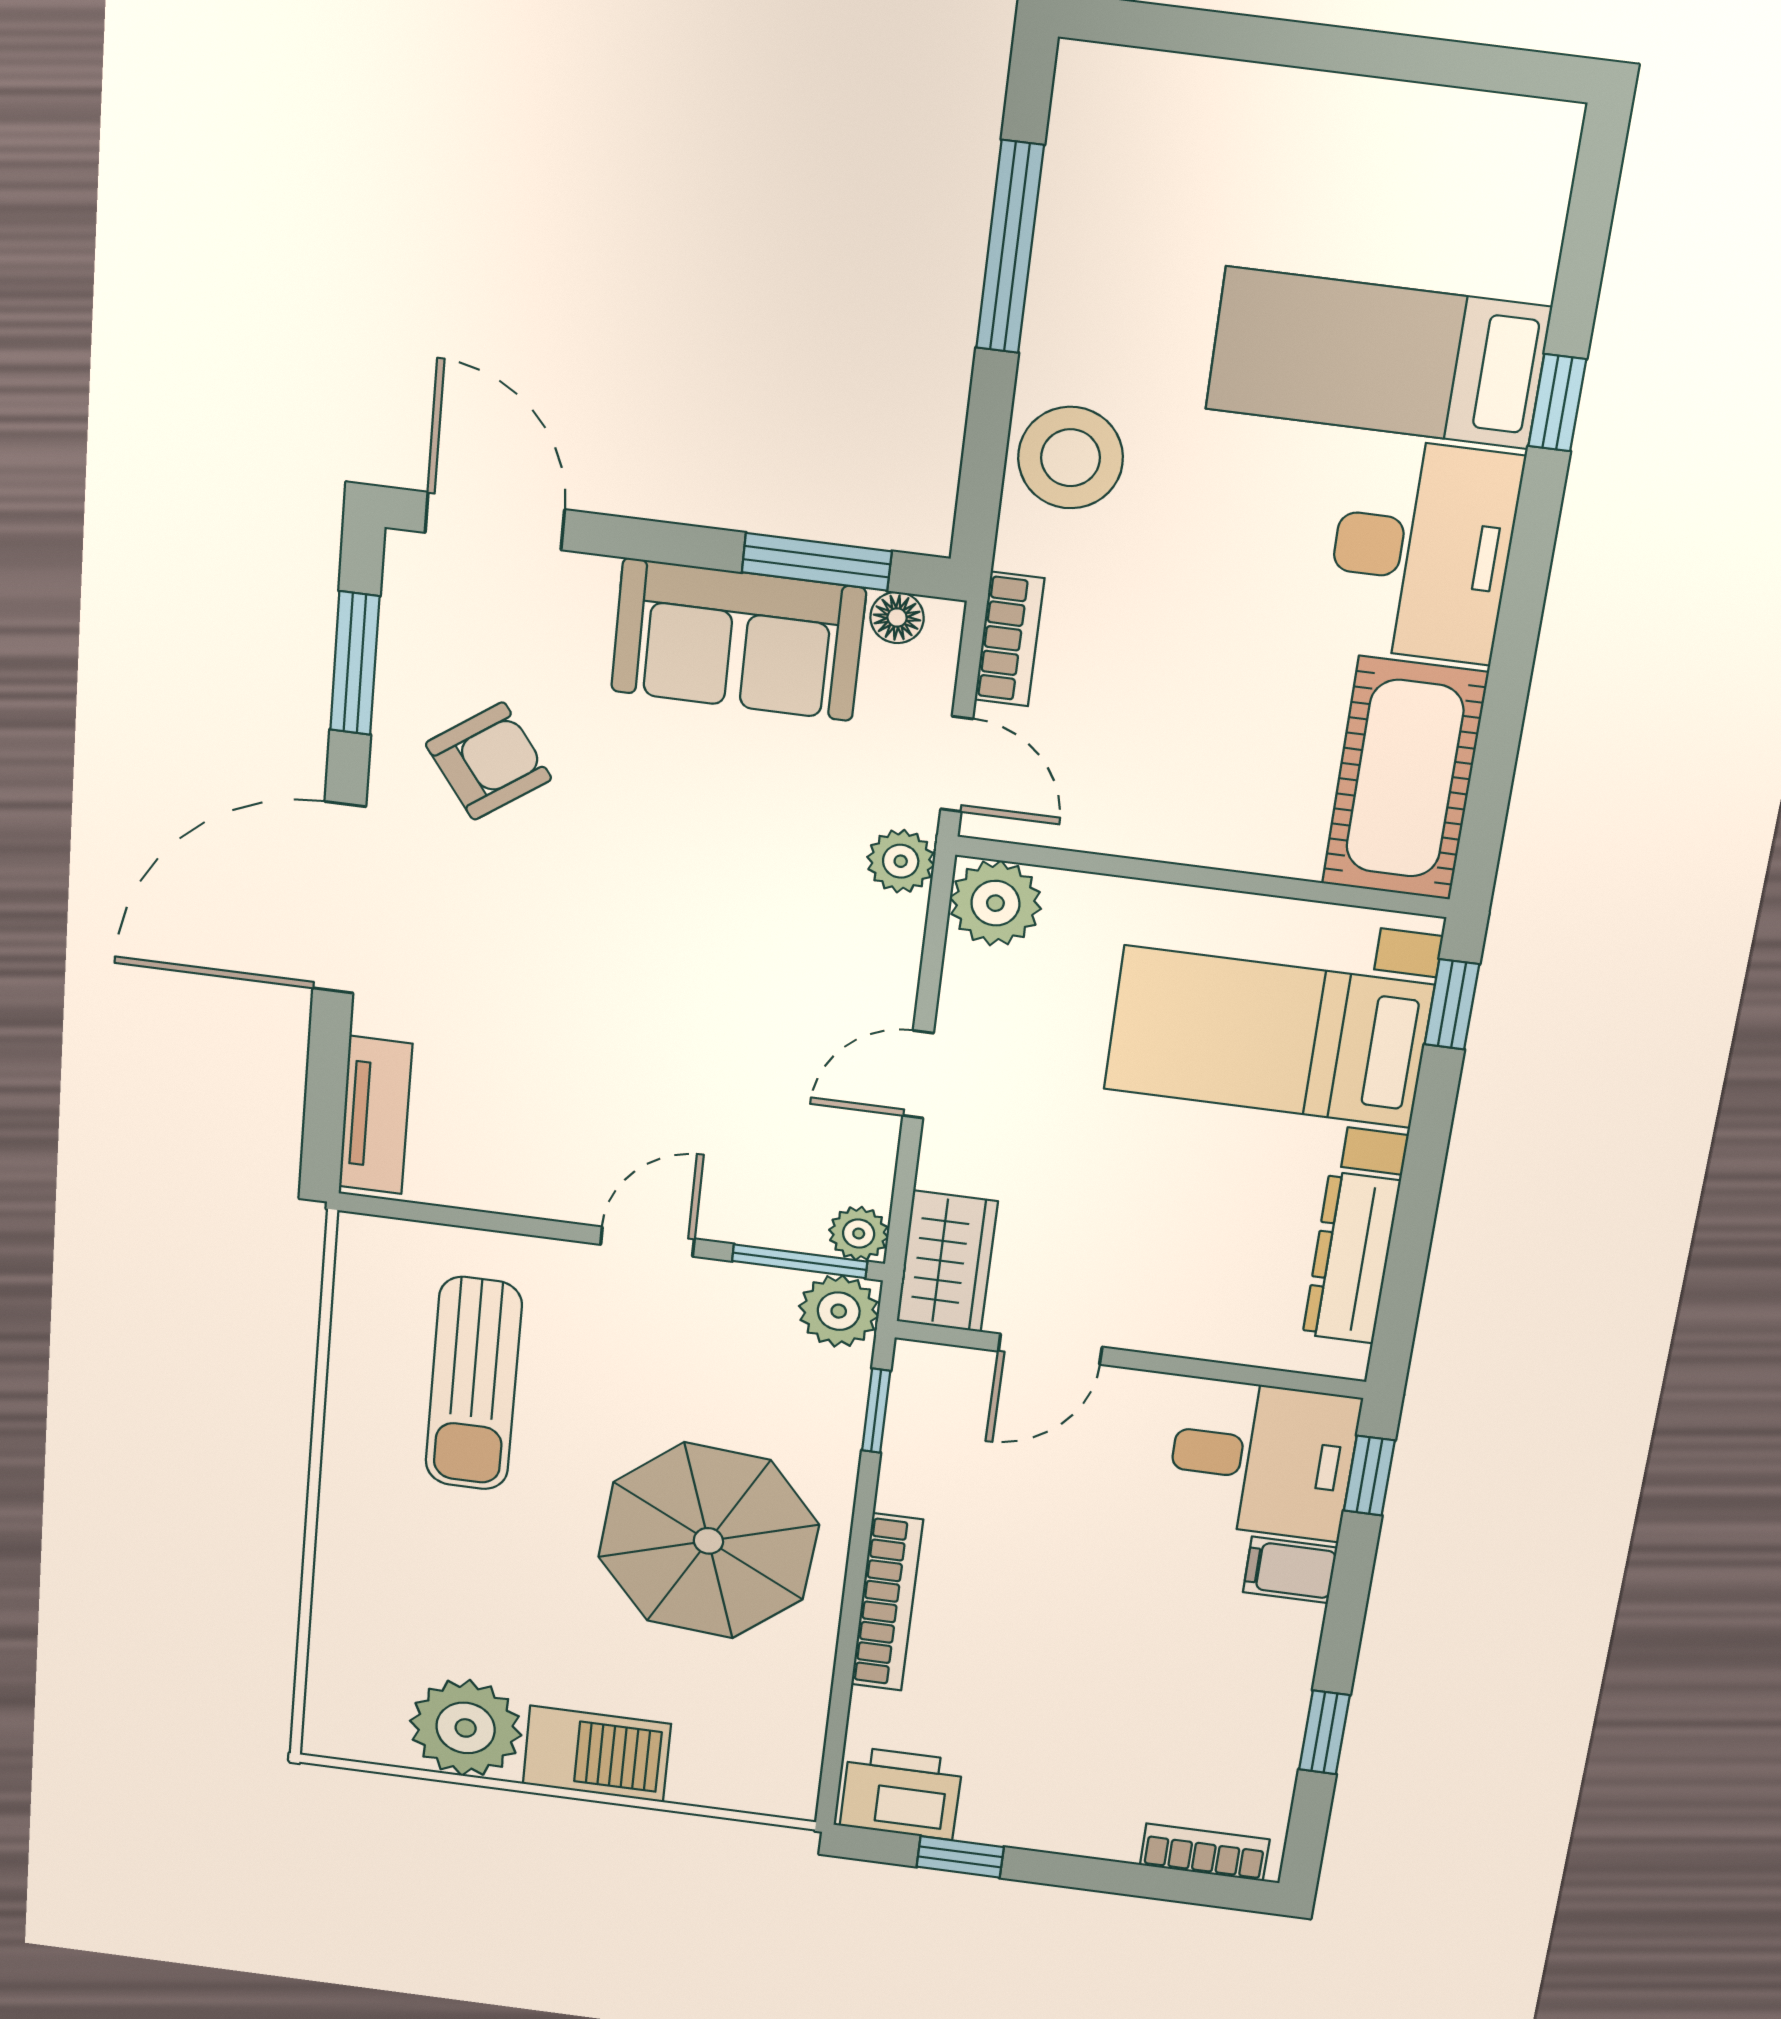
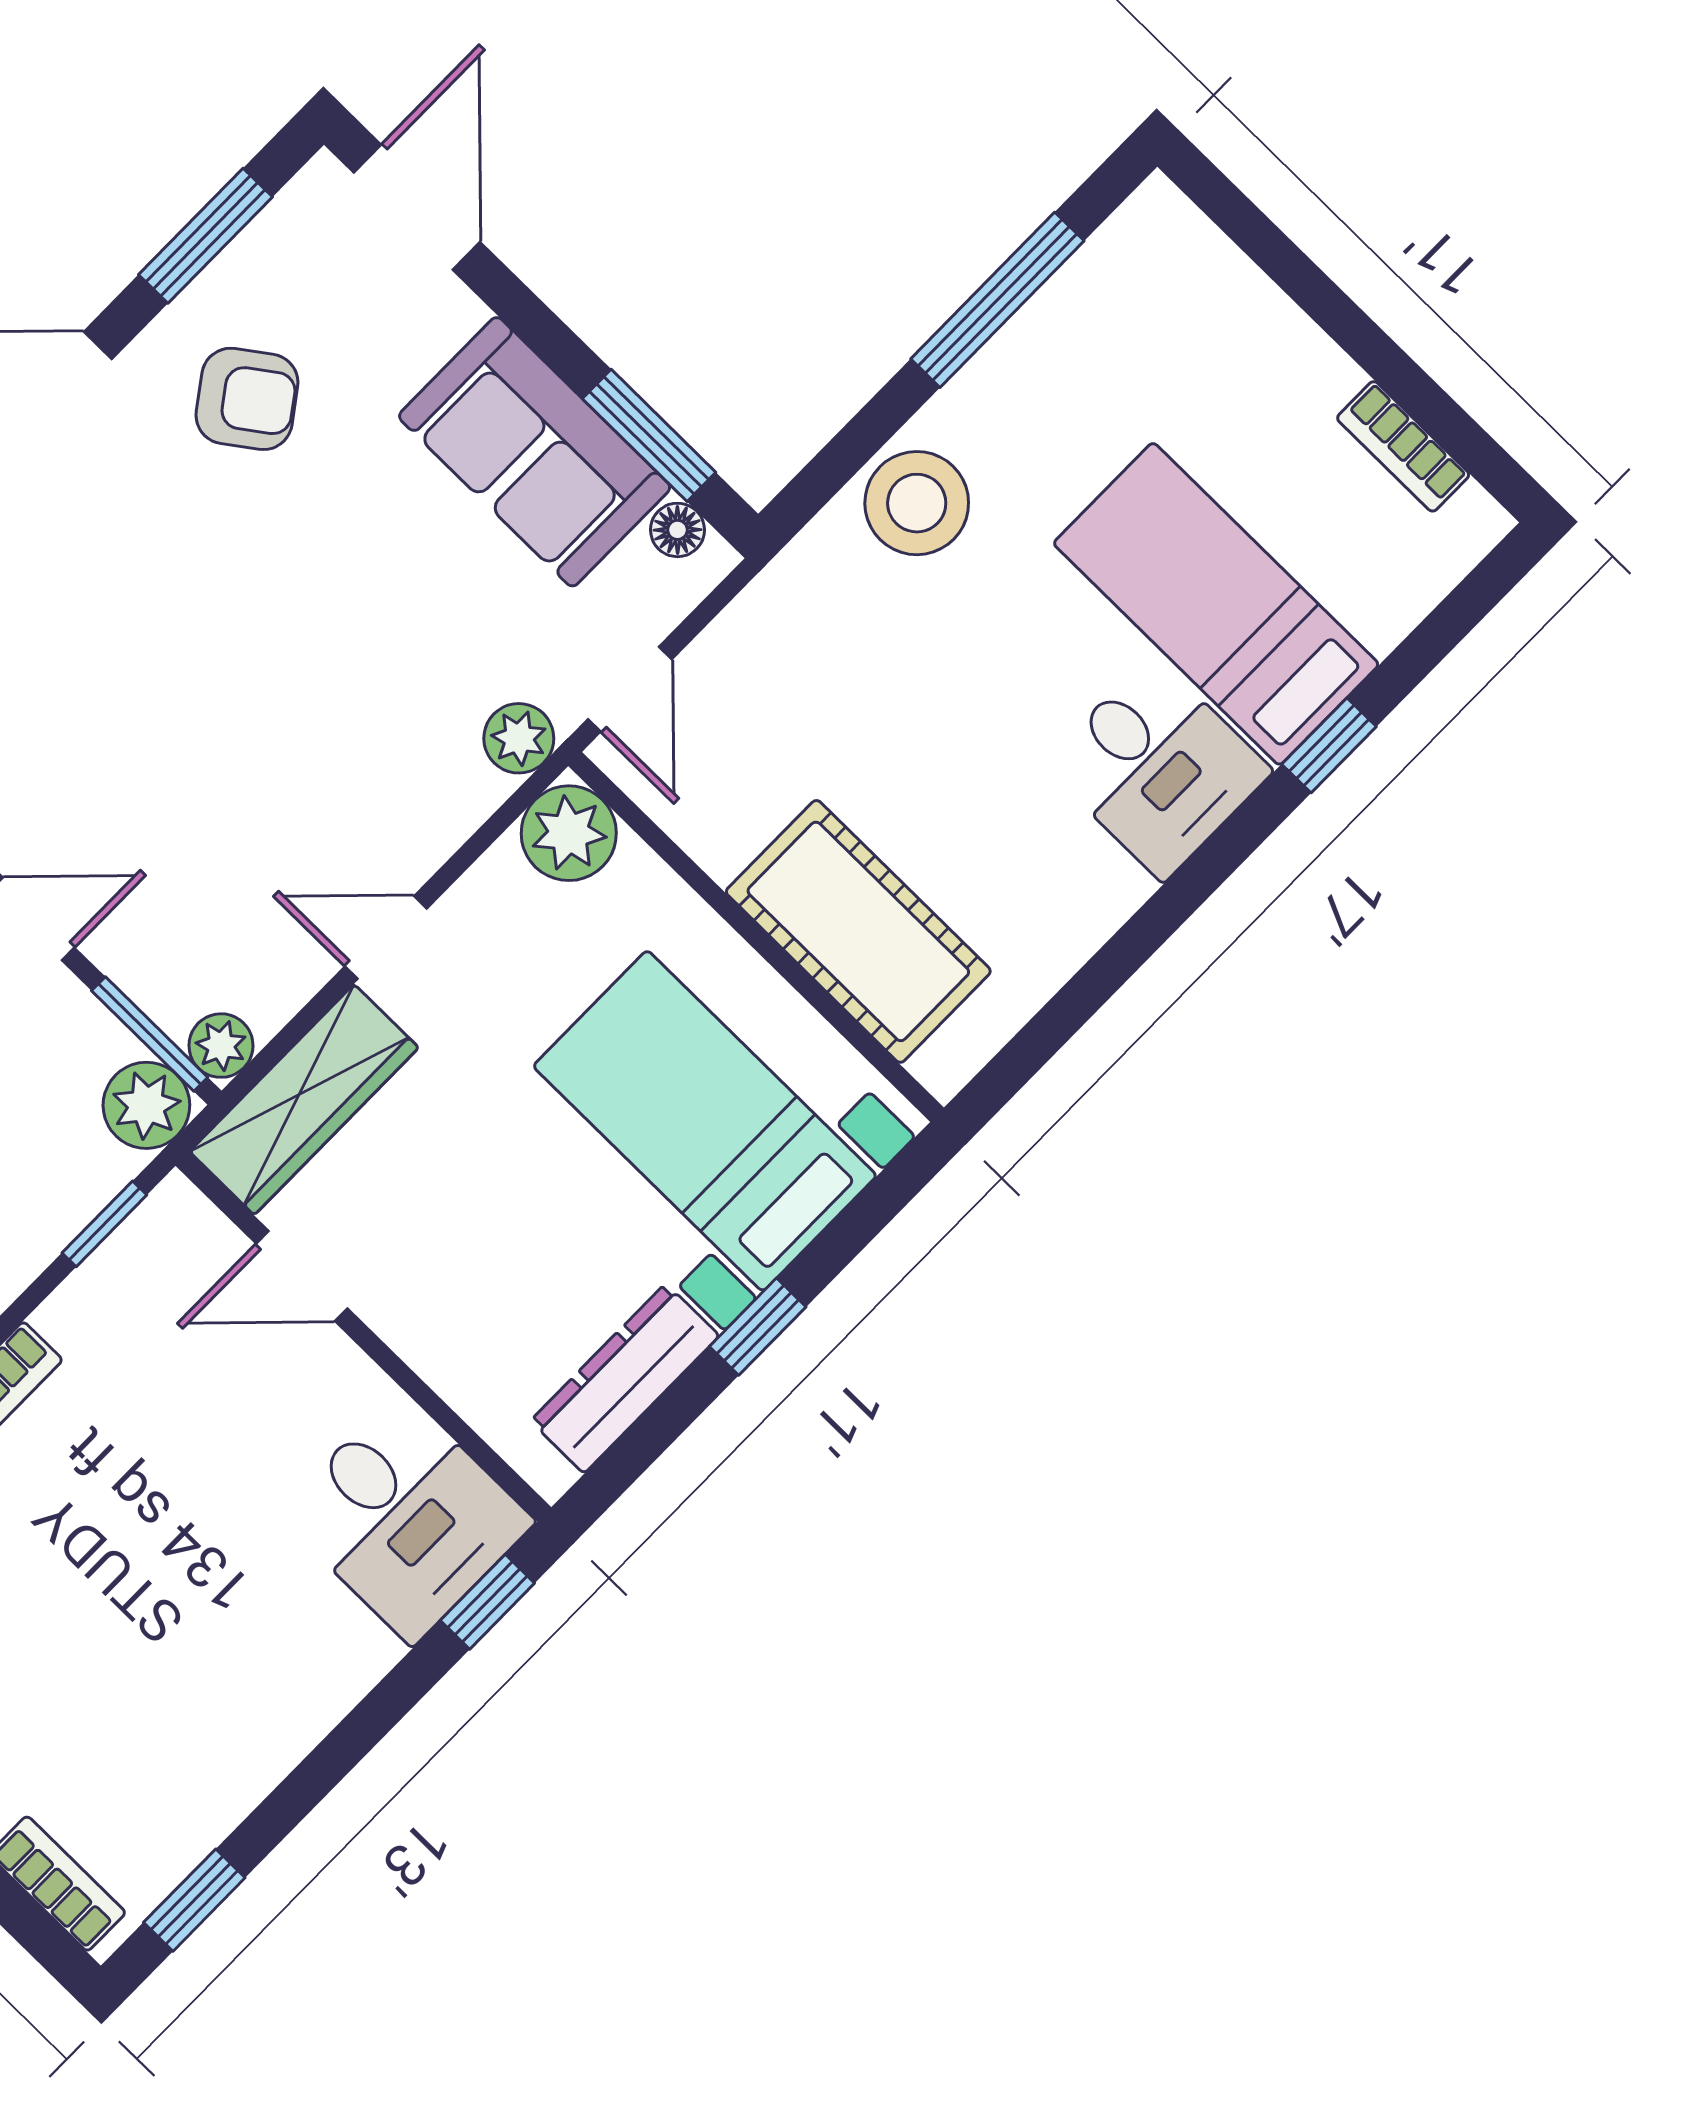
desk: (1422, 551) -> (1158, 768), width x0.73
bookcase: (1009, 639) -> (1403, 446), moved, turned 90
cot: (1405, 779) -> (858, 931), moved, turned 90
window: (1452, 1004) -> (758, 1327), moved
wardrobe: (947, 1261) -> (304, 1100), width x1.50
filing cabinet: (1290, 1570) -> (349, 1646), removed
window: (1324, 1732) -> (194, 1900), moved

